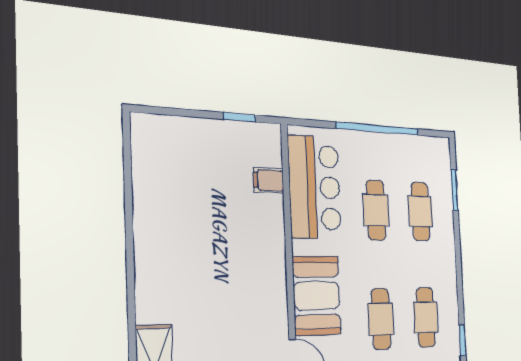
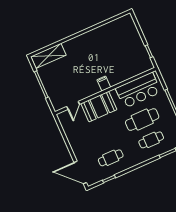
filing cabinet: (269, 180) -> (104, 84), moved
cafe table: (376, 210) -> (142, 120), width x1.37, depth x1.35
cafe table: (381, 319) -> (102, 137), removed

